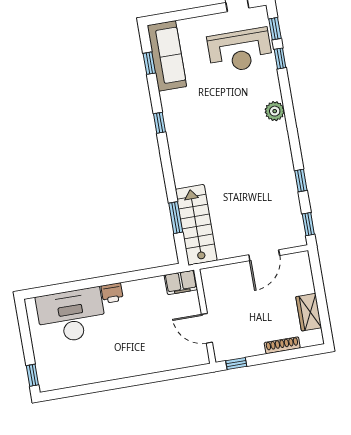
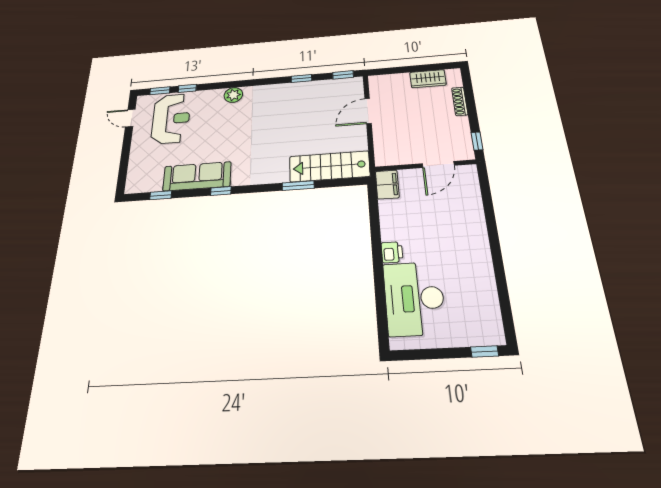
sofa: (167, 56) -> (197, 176), moved
window: (176, 218) -> (298, 186), moved
door: (264, 255) -> (368, 111), swing flipped

